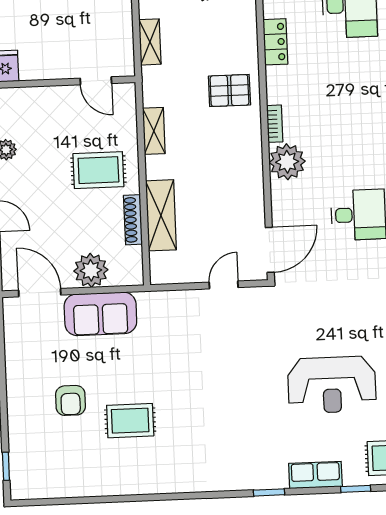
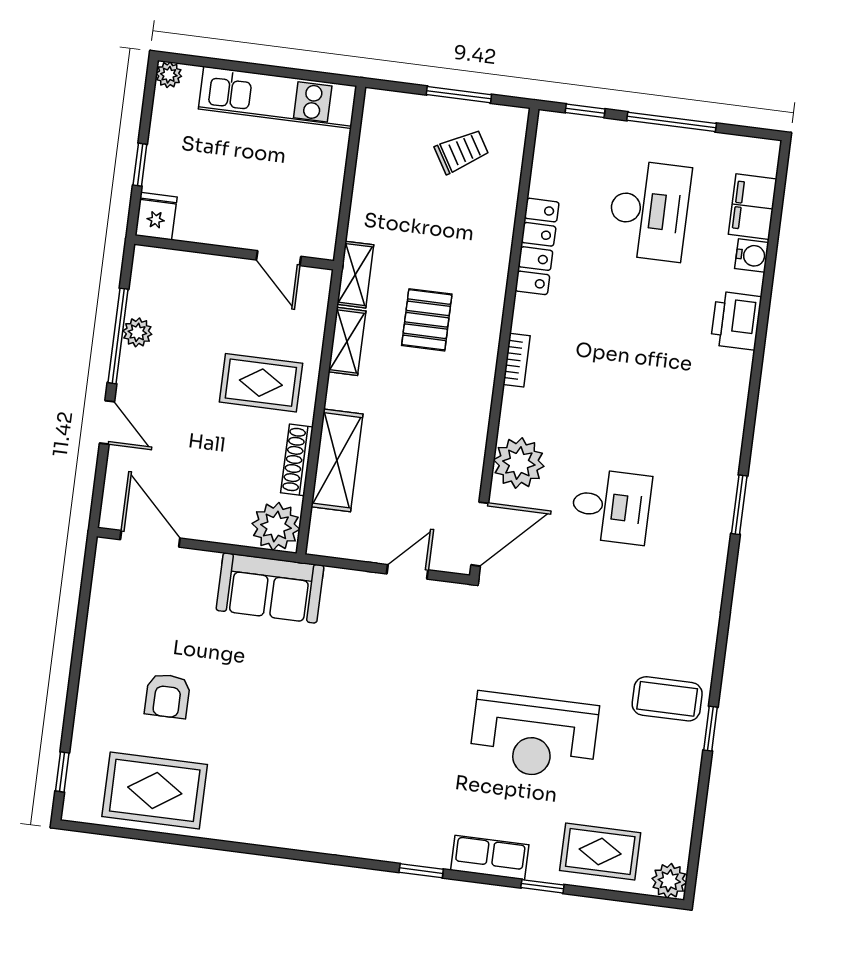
shelving: (150, 42) -> (355, 275), moved
locker: (275, 42) -> (537, 246), width x1.53
pallet: (229, 91) -> (427, 320), moved, turned 90
plant: (287, 162) -> (519, 463), moved
plant: (91, 270) -> (276, 526), moved
sofa: (100, 314) -> (270, 588), moved
rug: (130, 421) -> (155, 790), moved, width x1.36, depth x1.43

